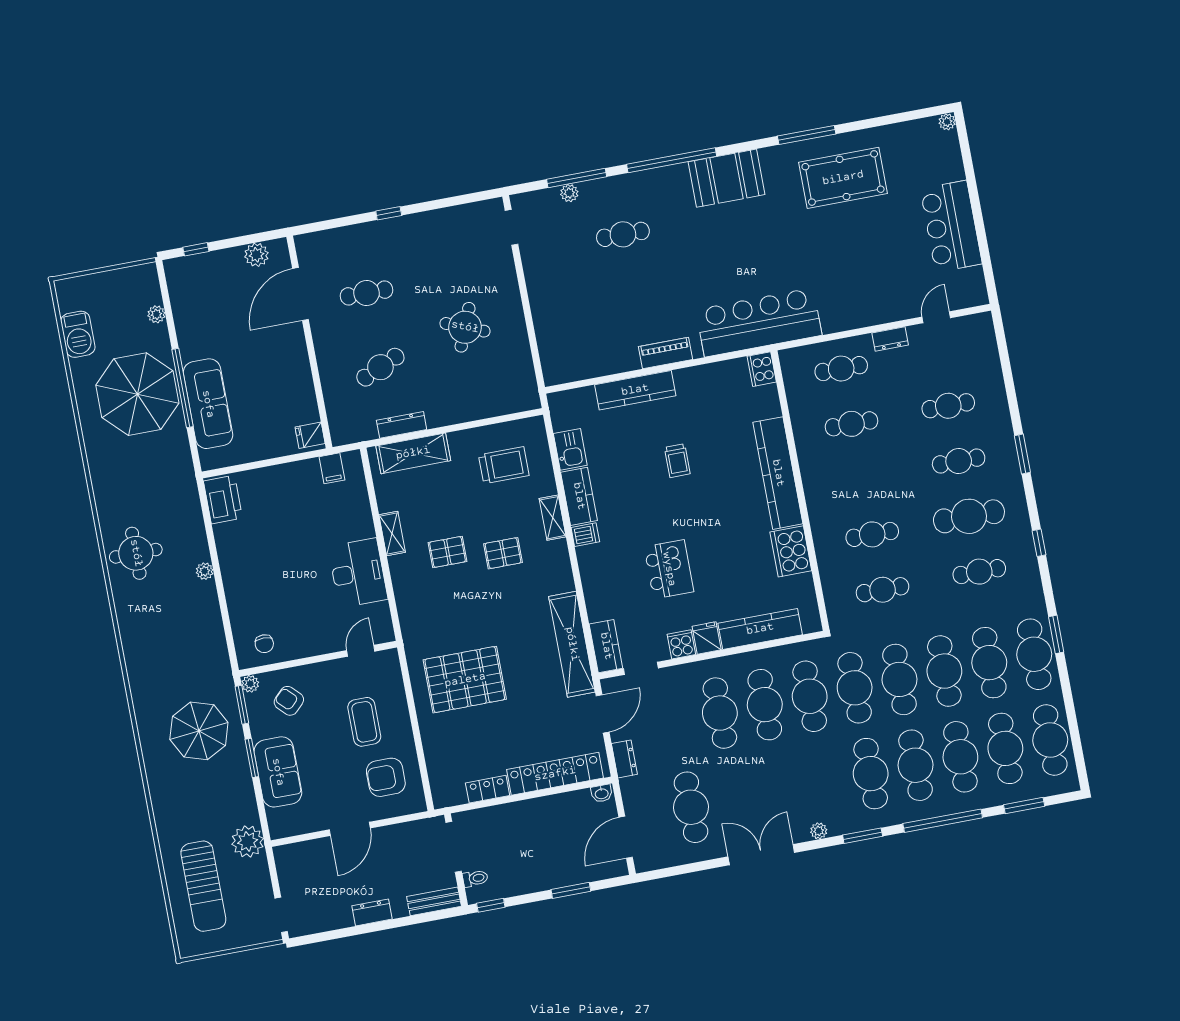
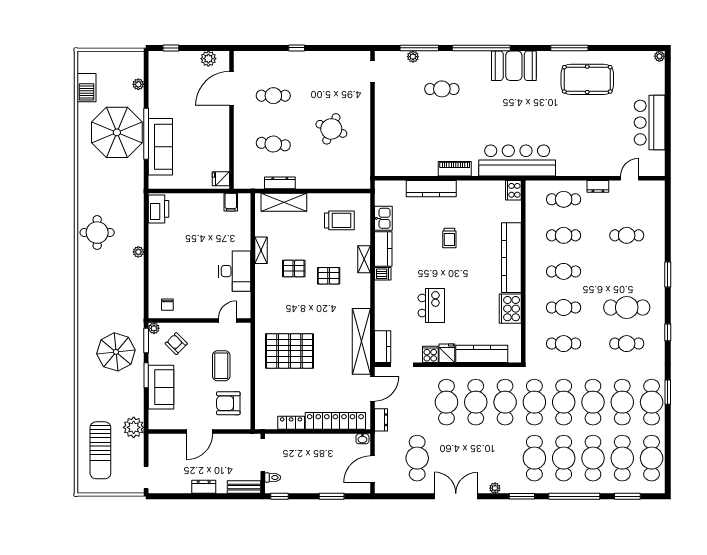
cafe table: (380, 367) -> (273, 144), turned 30
cafe table: (959, 461) -> (564, 271), moved

